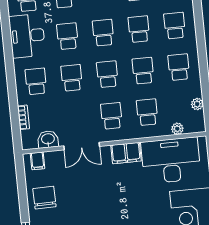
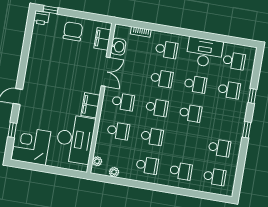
school desk: (139, 29) -> (186, 142), removed
plant: (177, 129) -> (97, 161), moved
double door: (82, 146) -> (106, 72), swing flipped
filing cabinet: (38, 161) -> (103, 39), width x2.00
chair: (44, 198) -> (73, 31), turned -89

